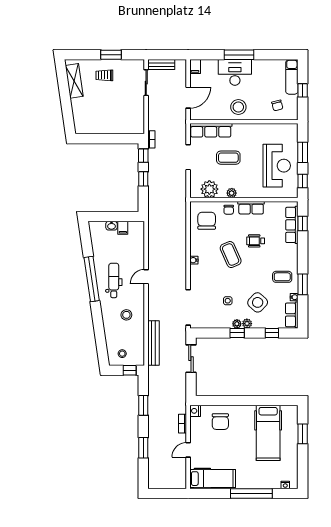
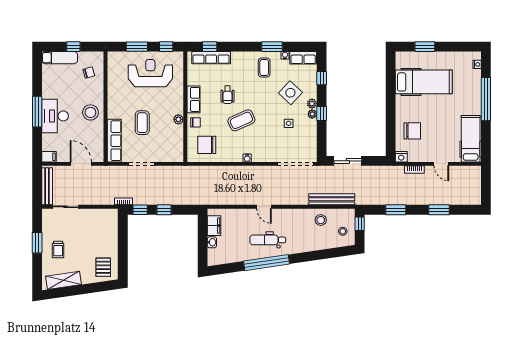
bench: (161, 65) -> (47, 186), width x1.36
pallet: (87, 120) -> (103, 267), added
plant: (209, 189) -> (175, 142), removed
filing cabinet: (123, 228) -> (214, 226), width x2.00
stool: (126, 315) -> (321, 220), moved

